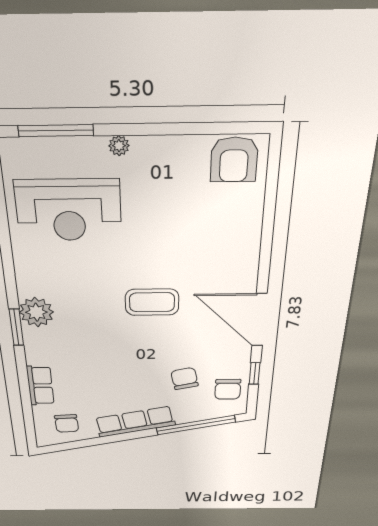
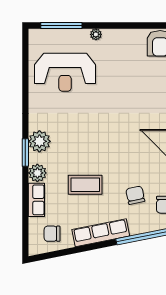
coffee table: (152, 302) -> (85, 185), moved
plant: (38, 353) -> (37, 173), added
chair: (67, 423) -> (52, 234), turned 93

